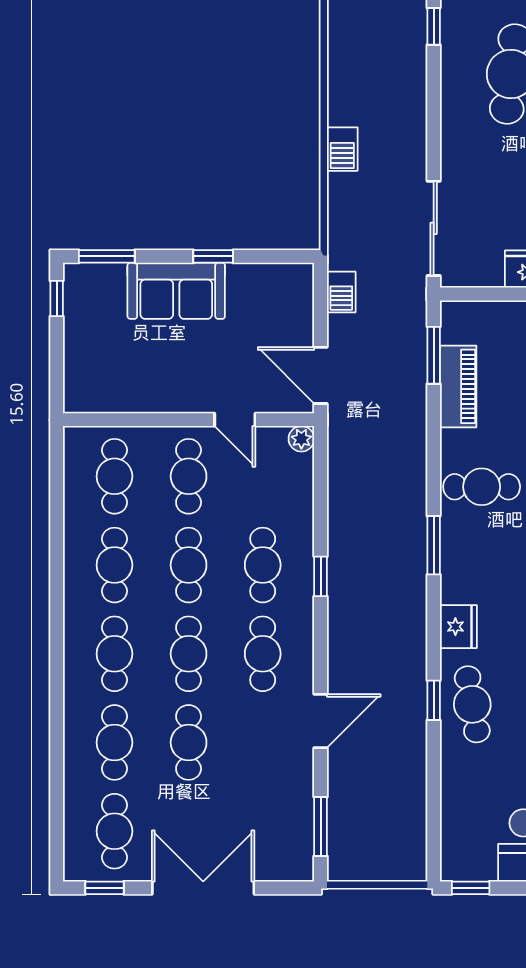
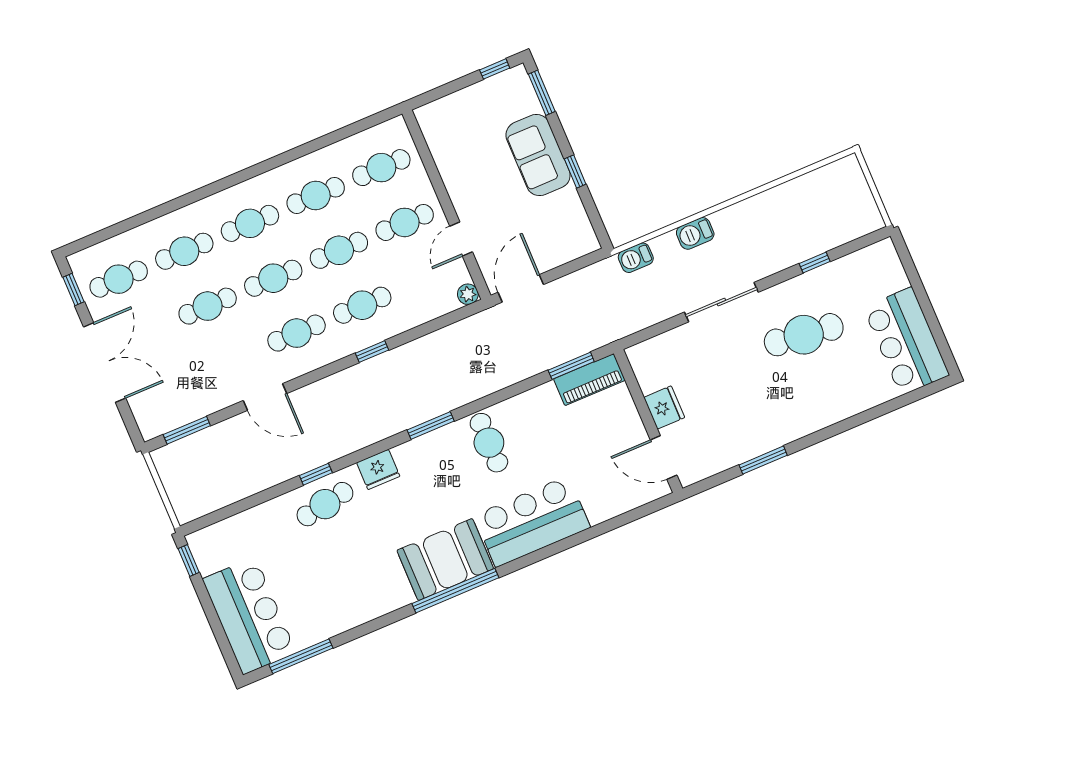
sliding door: (434, 228) -> (721, 302), moved
barbecue: (341, 292) -> (636, 258), moved
piano: (458, 386) -> (589, 380), moved

